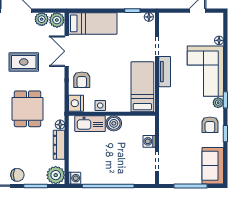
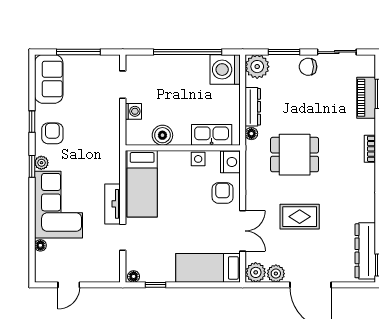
dining table: (28, 109) -> (295, 155), turned 90
boiler: (114, 123) -> (162, 135), moved
washing machine: (75, 178) -> (225, 70), width x1.89, depth x1.89

